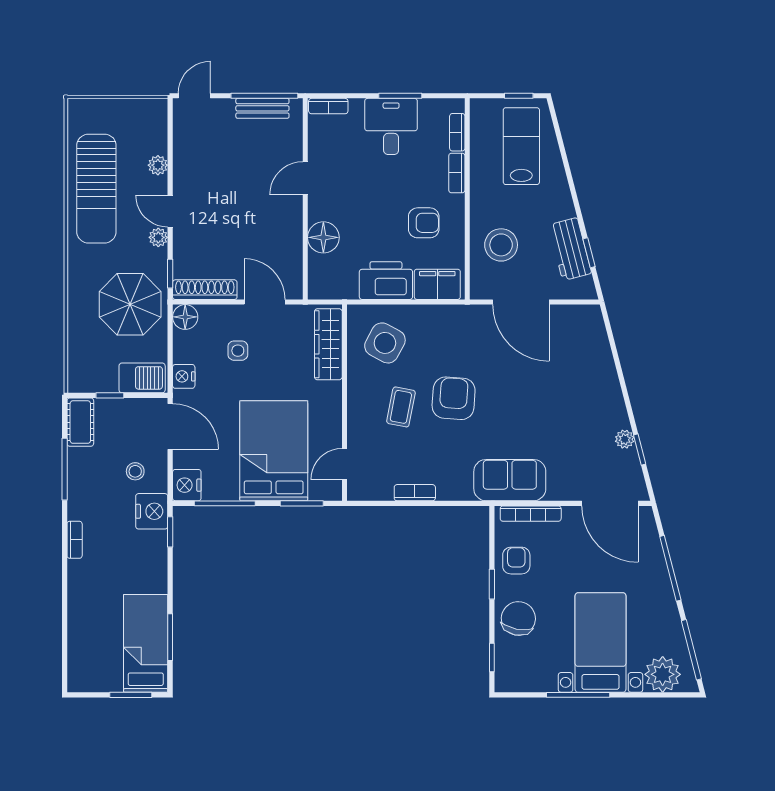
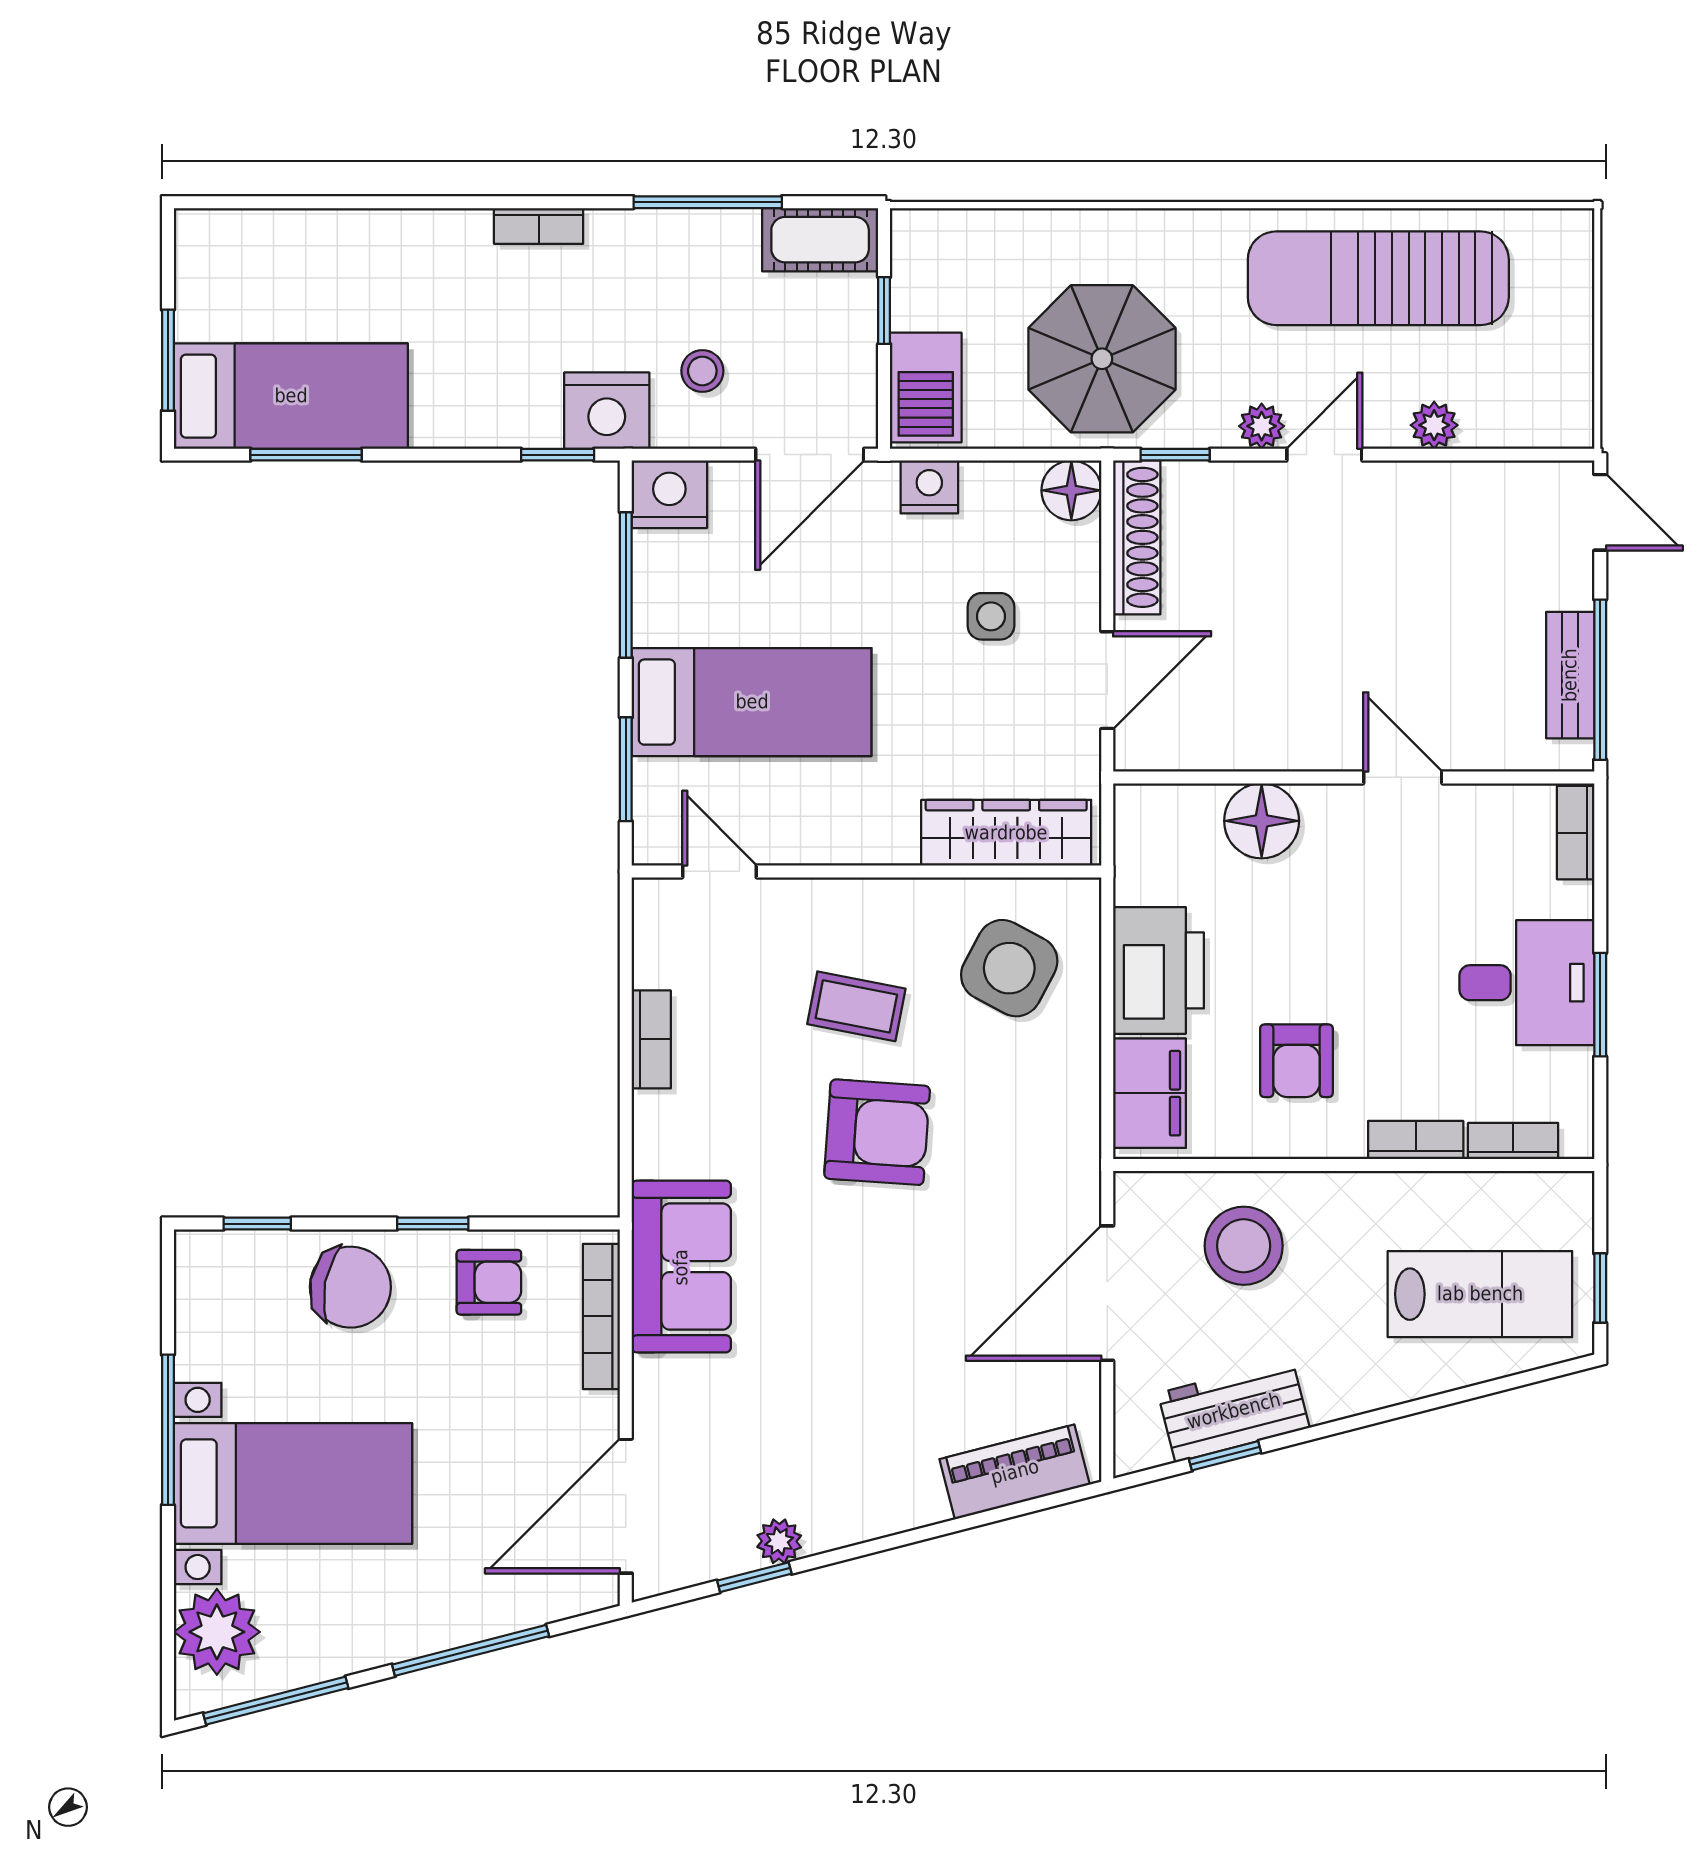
piano: (596, 341) -> (1015, 1472), added
bed: (274, 451) -> (752, 702), width x0.67

